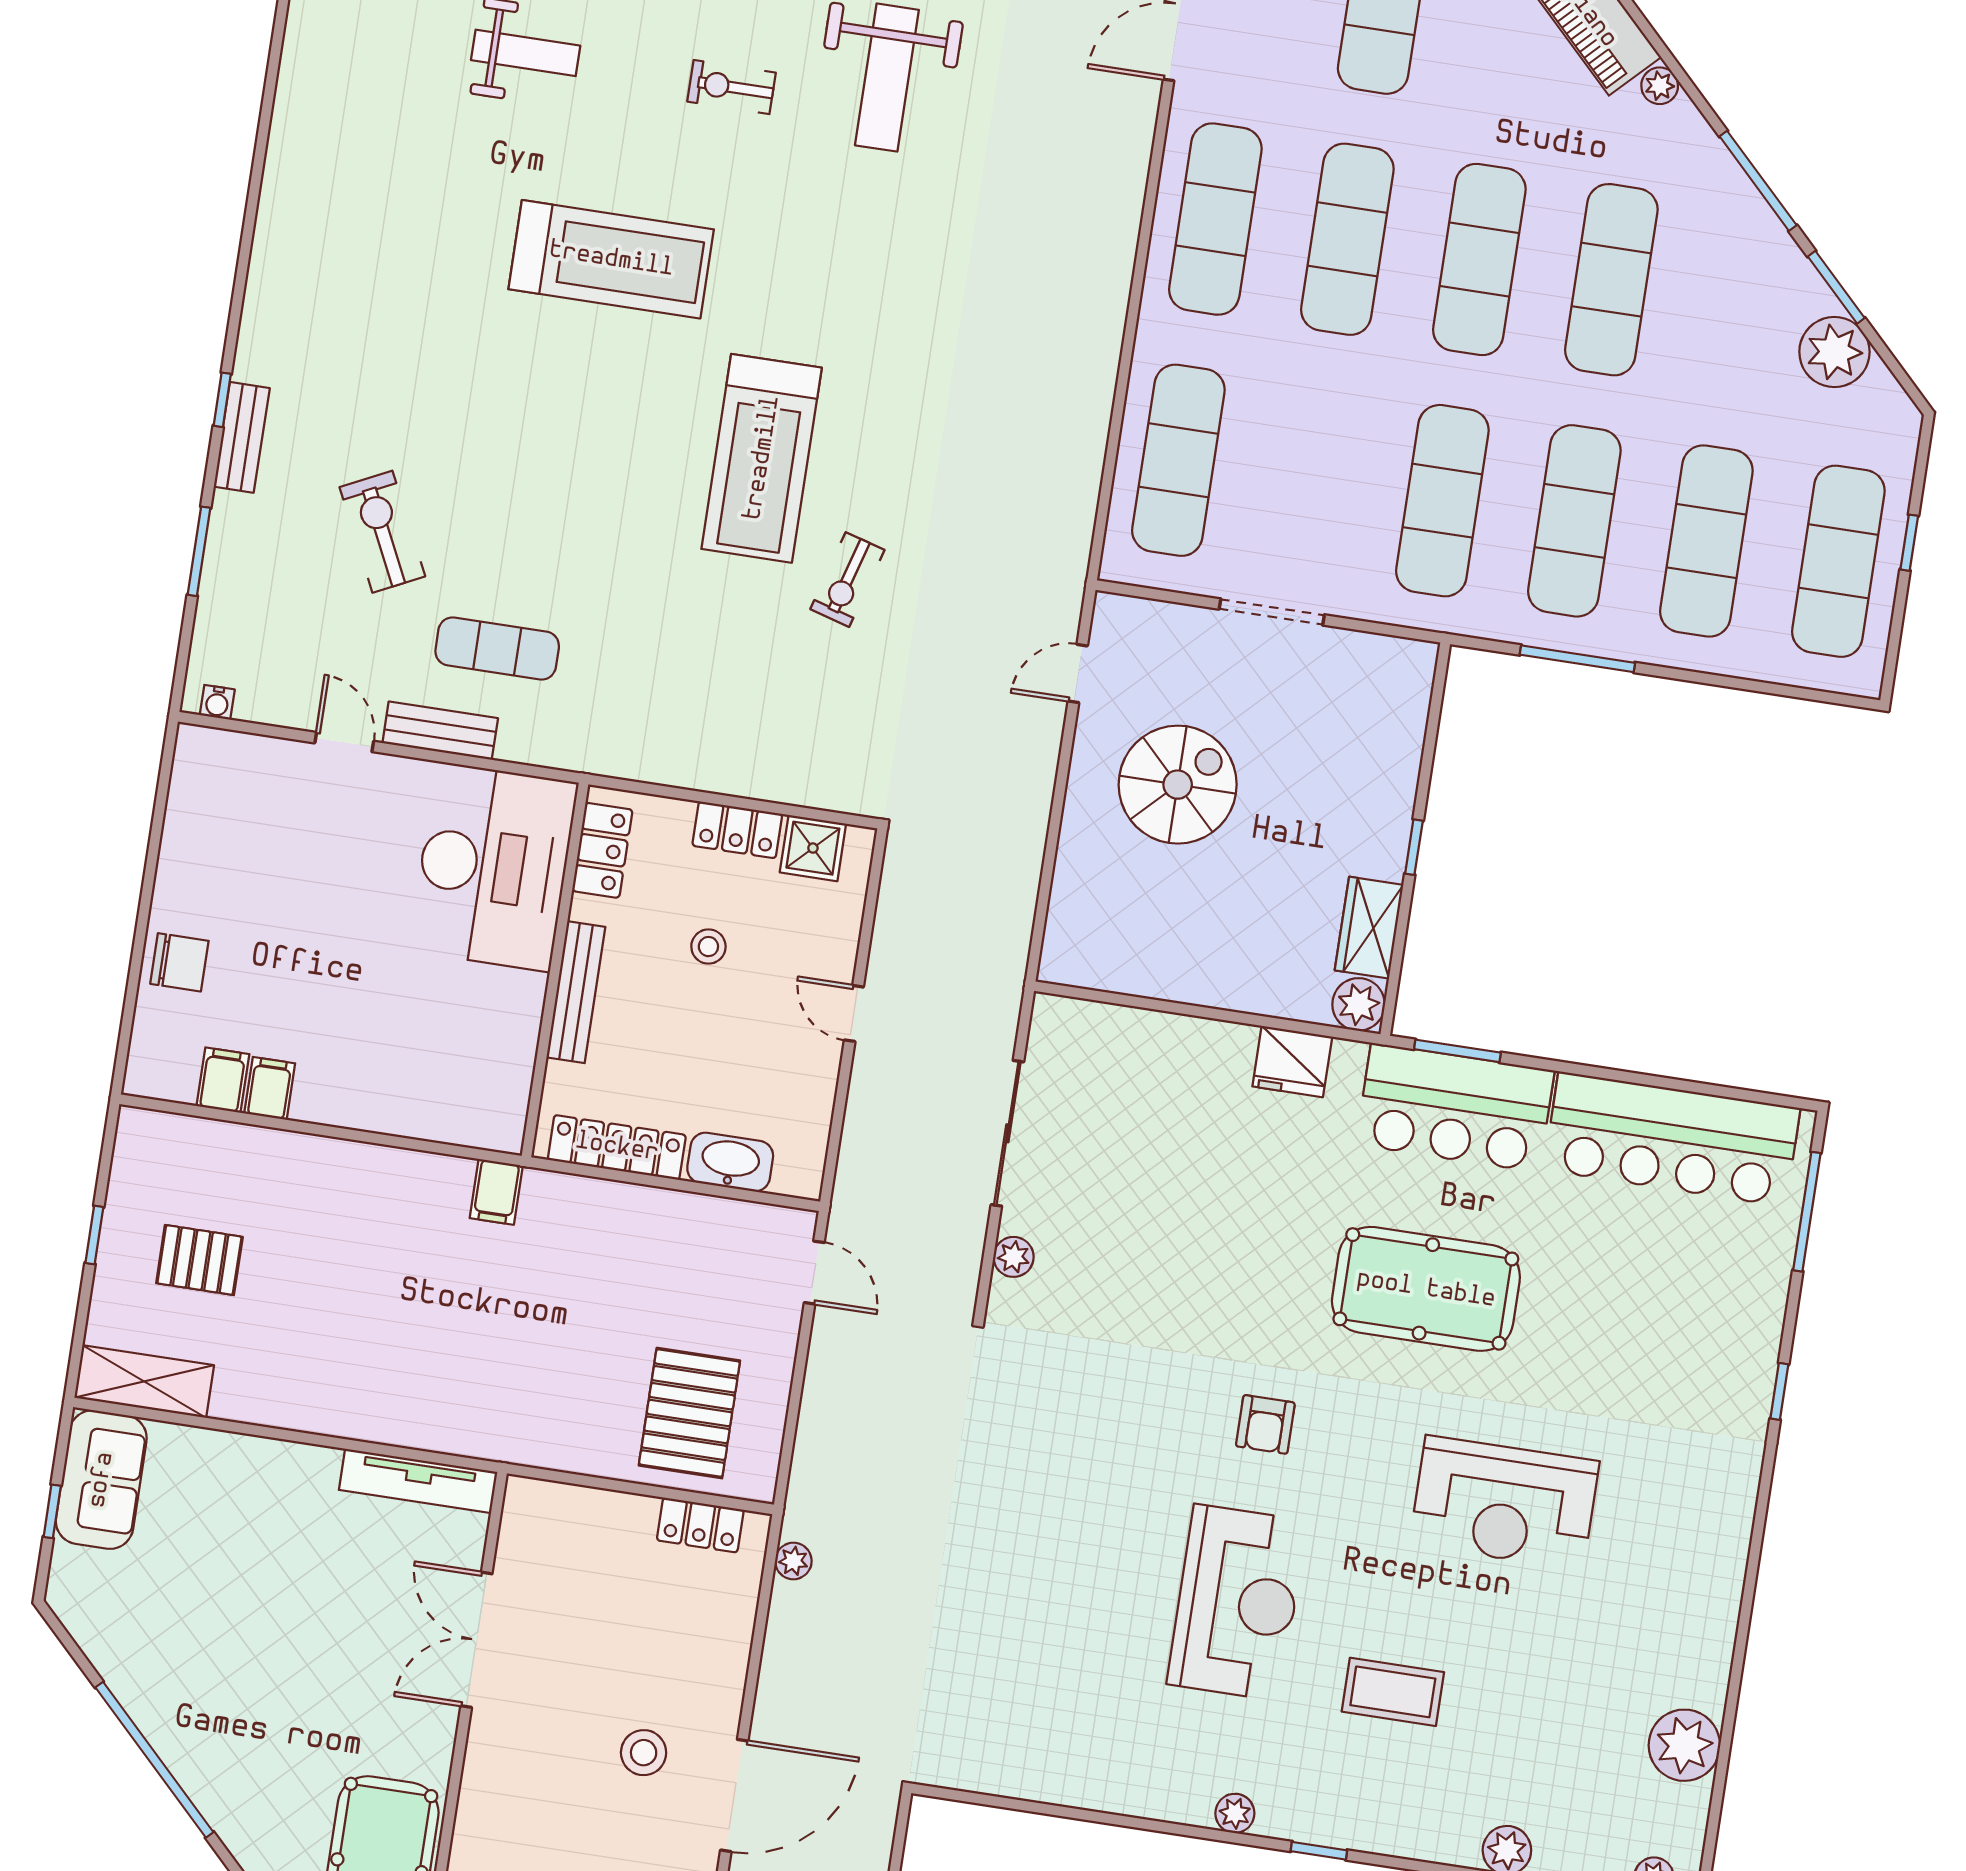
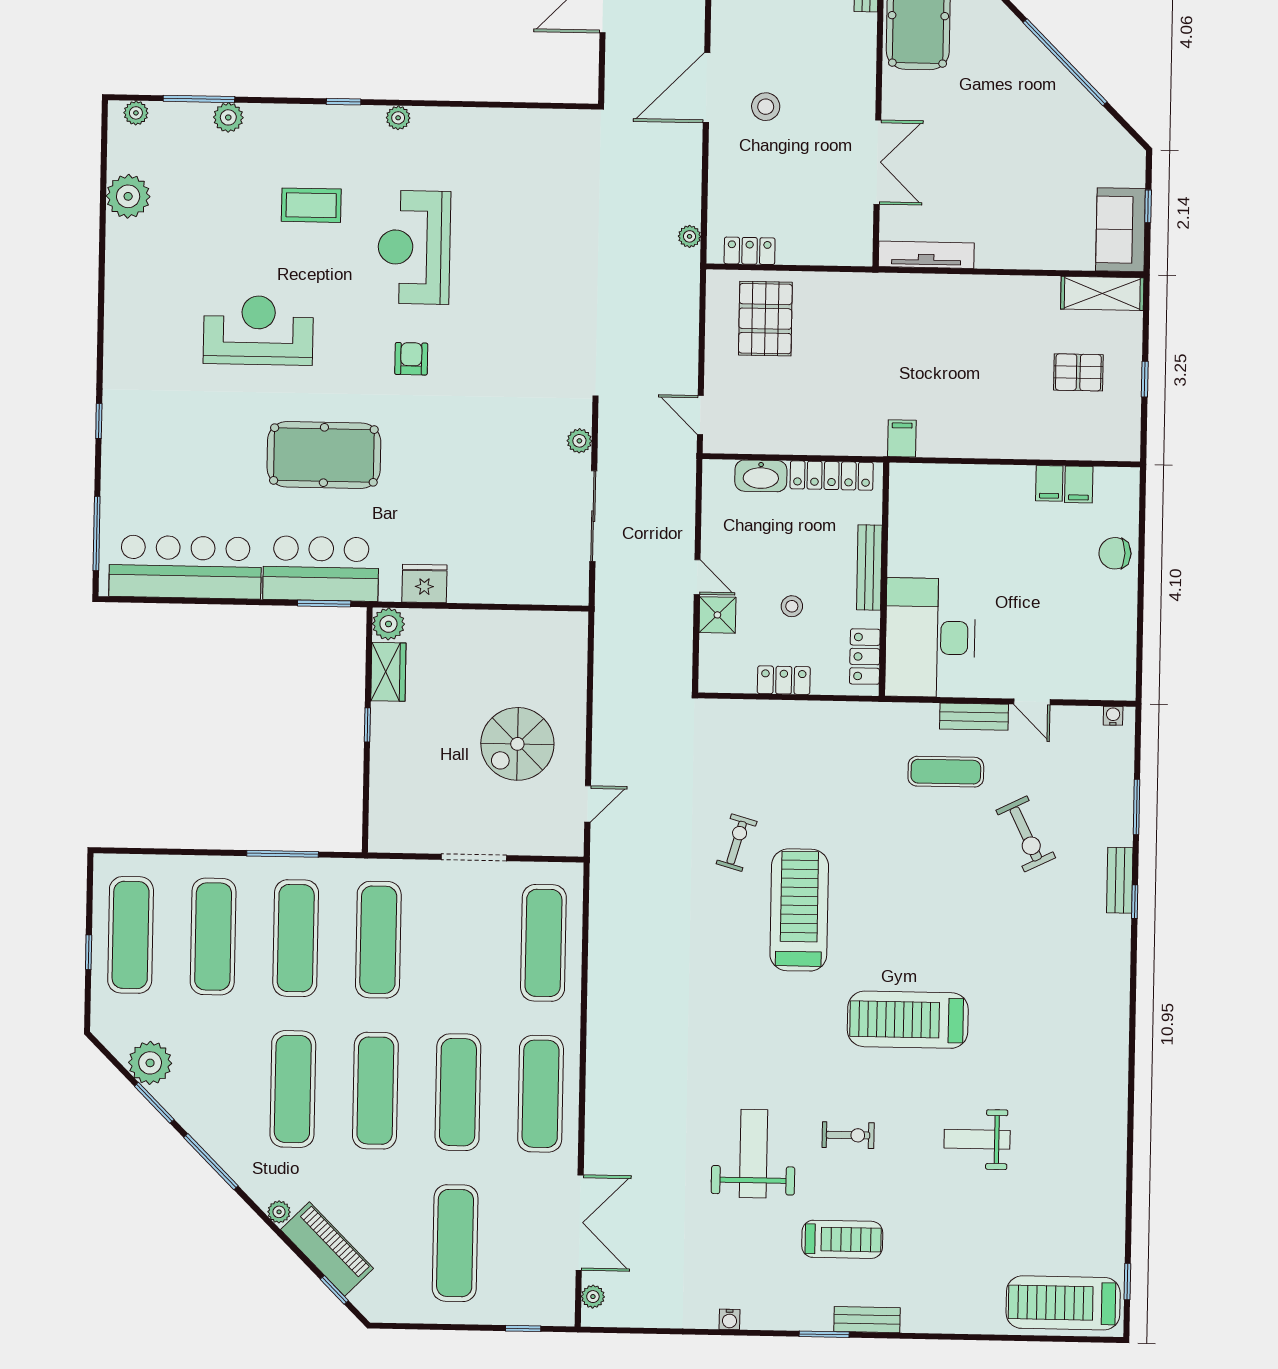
shower: (813, 848) -> (717, 615), moved

